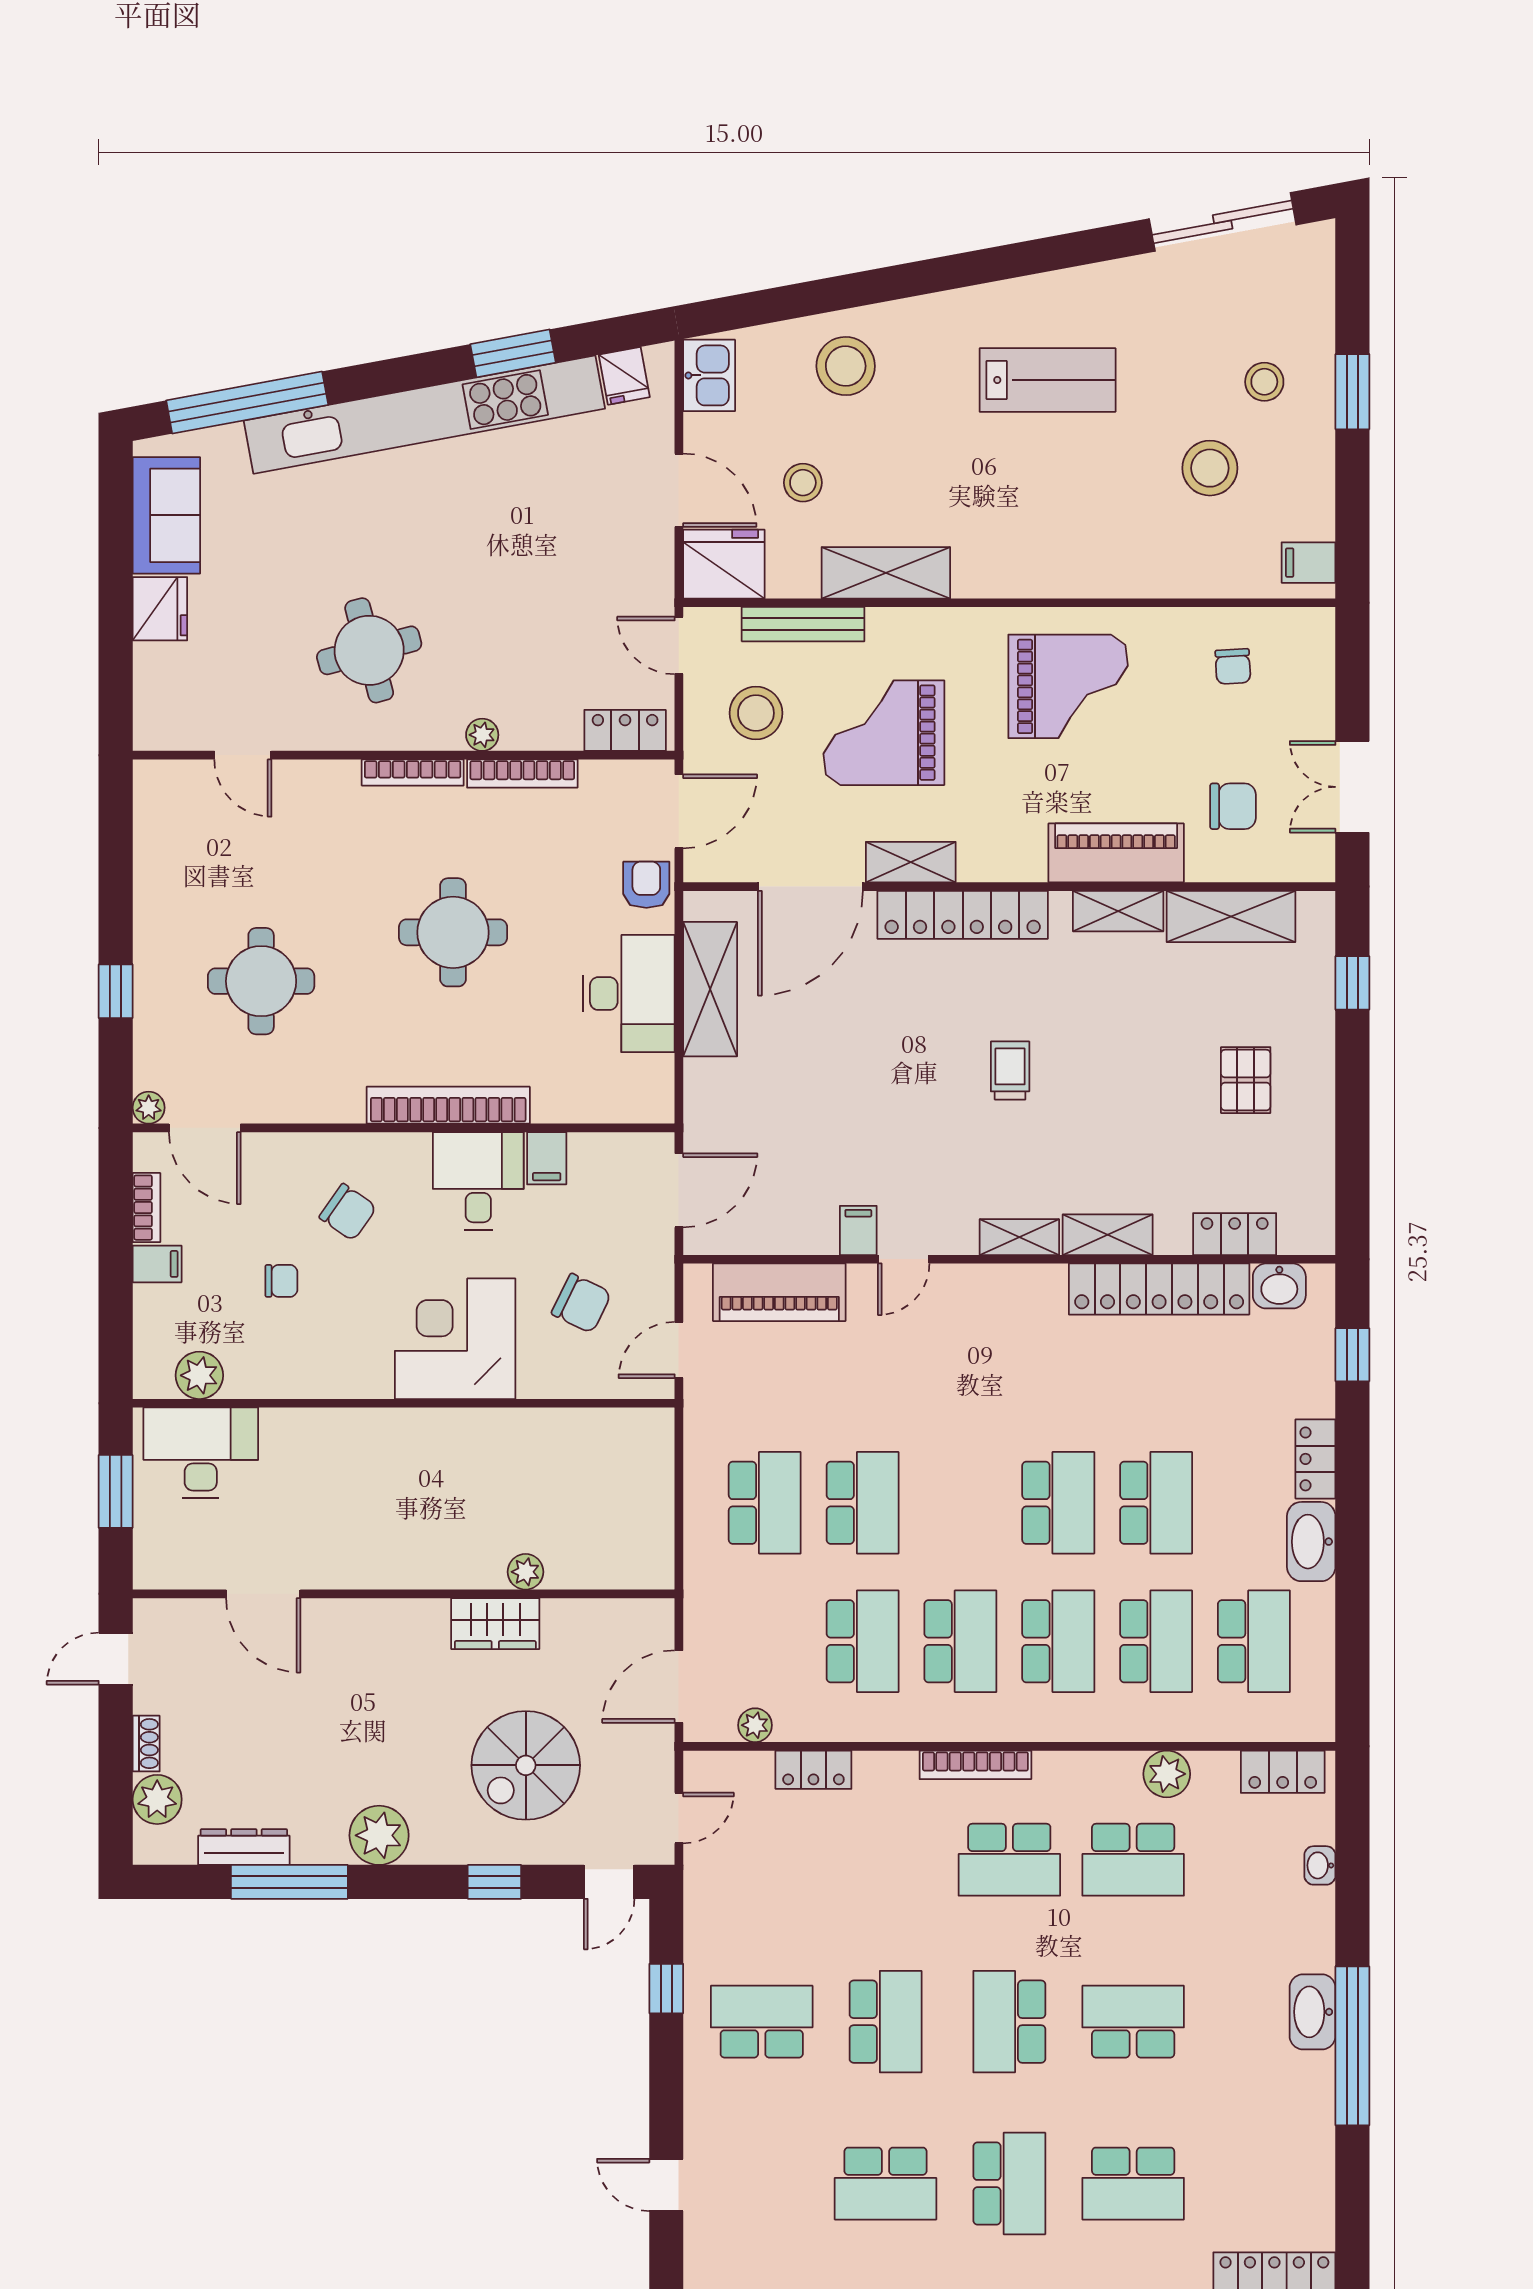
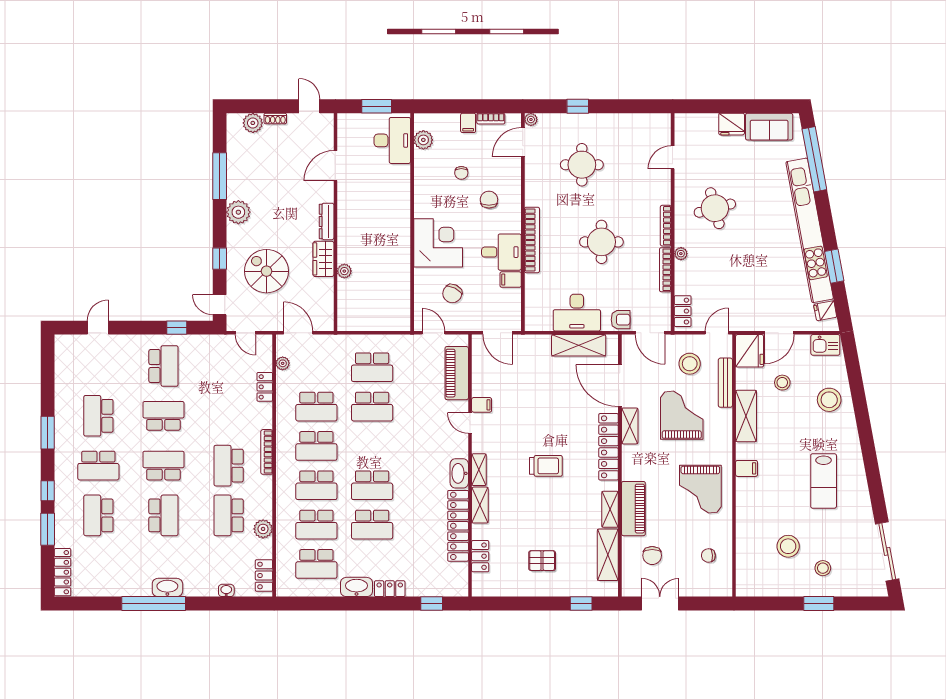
filing cabinet: (1309, 563) -> (747, 468), moved, turned 90
trolley: (1010, 1070) -> (546, 466), width x1.36, depth x1.39
chair: (348, 1212) -> (489, 200), turned 145
washbasin: (1279, 1286) -> (459, 473), moved, width x1.38
dresser: (244, 1847) -> (327, 221), moved, turned 180
school desk: (886, 2022) -> (163, 416), turned 180

